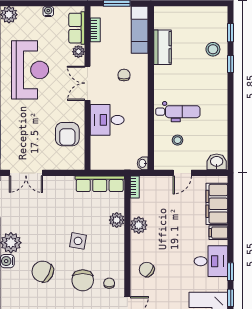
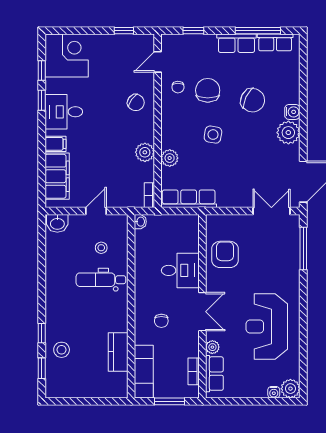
water cooler: (48, 11) -> (274, 392), moved

